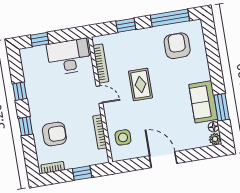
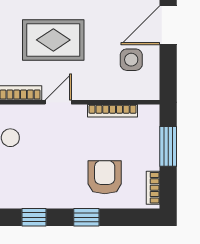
rug: (140, 84) -> (53, 40), width x1.36, depth x1.43
side table: (123, 137) -> (131, 60), moved
window: (82, 173) -> (168, 146), width x1.50

